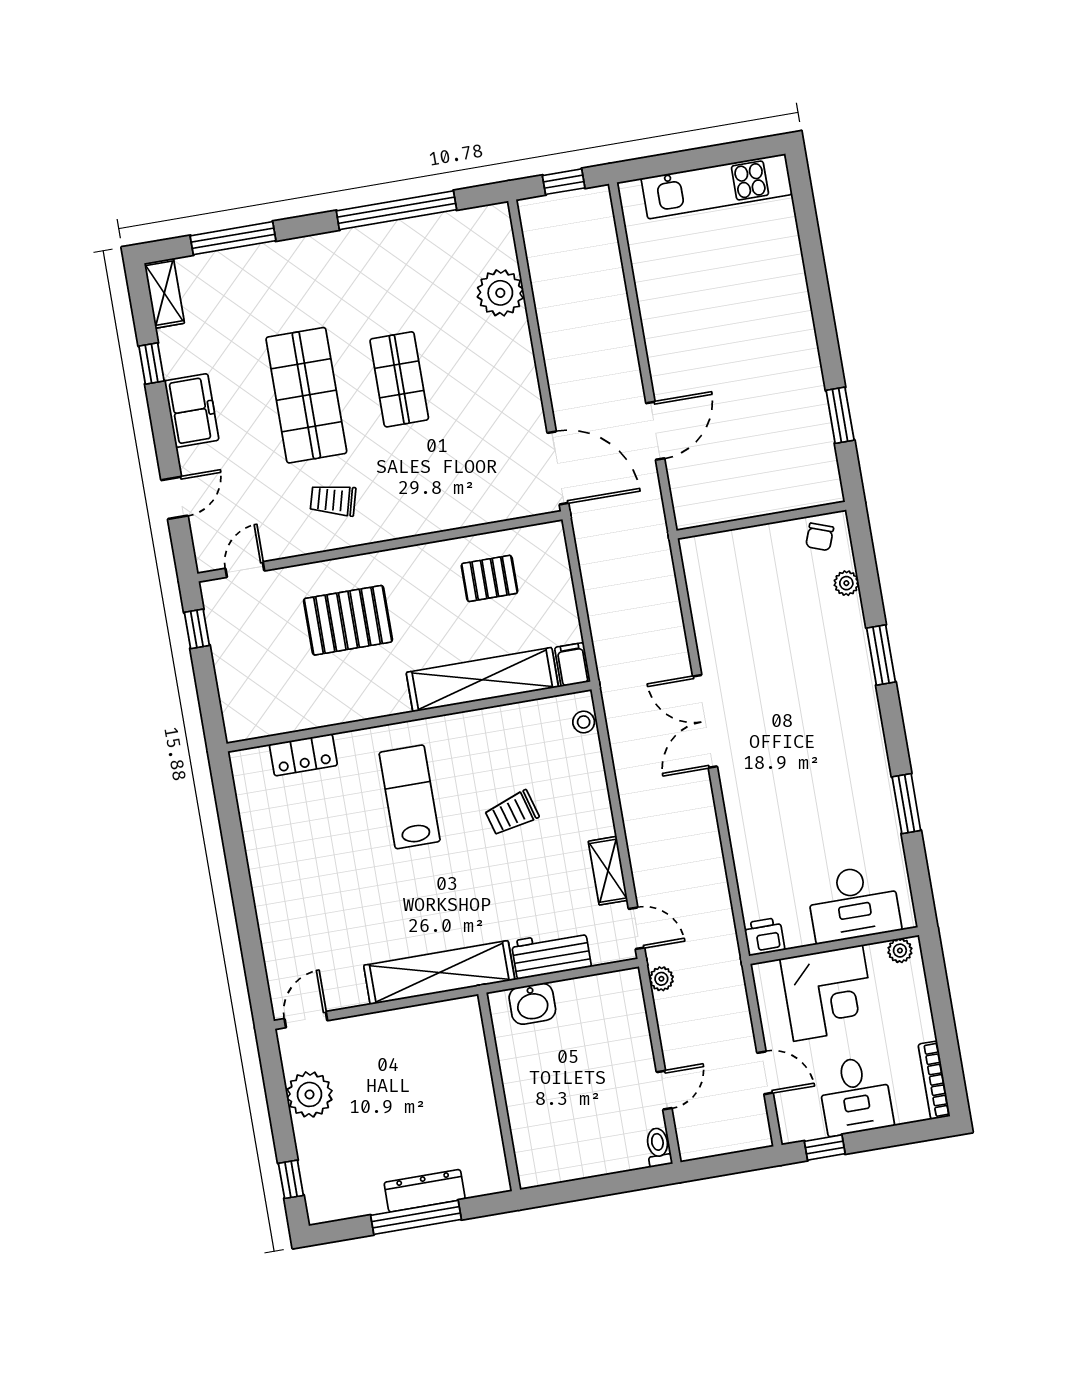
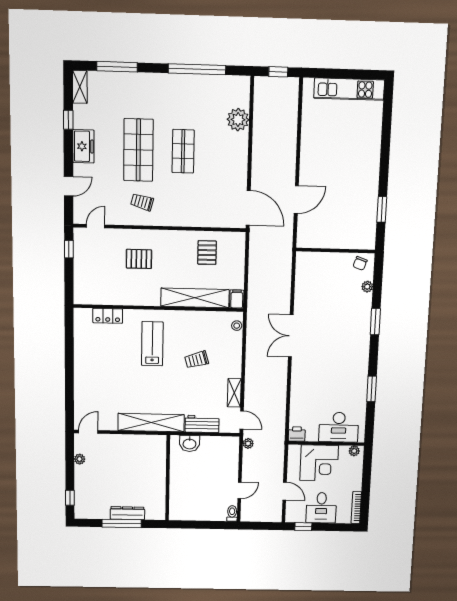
pallet: (489, 578) -> (207, 253), turned 90
pallet: (348, 620) -> (139, 259), width x0.67, depth x0.71
plant: (310, 1094) -> (80, 459), width x0.53, depth x0.53

